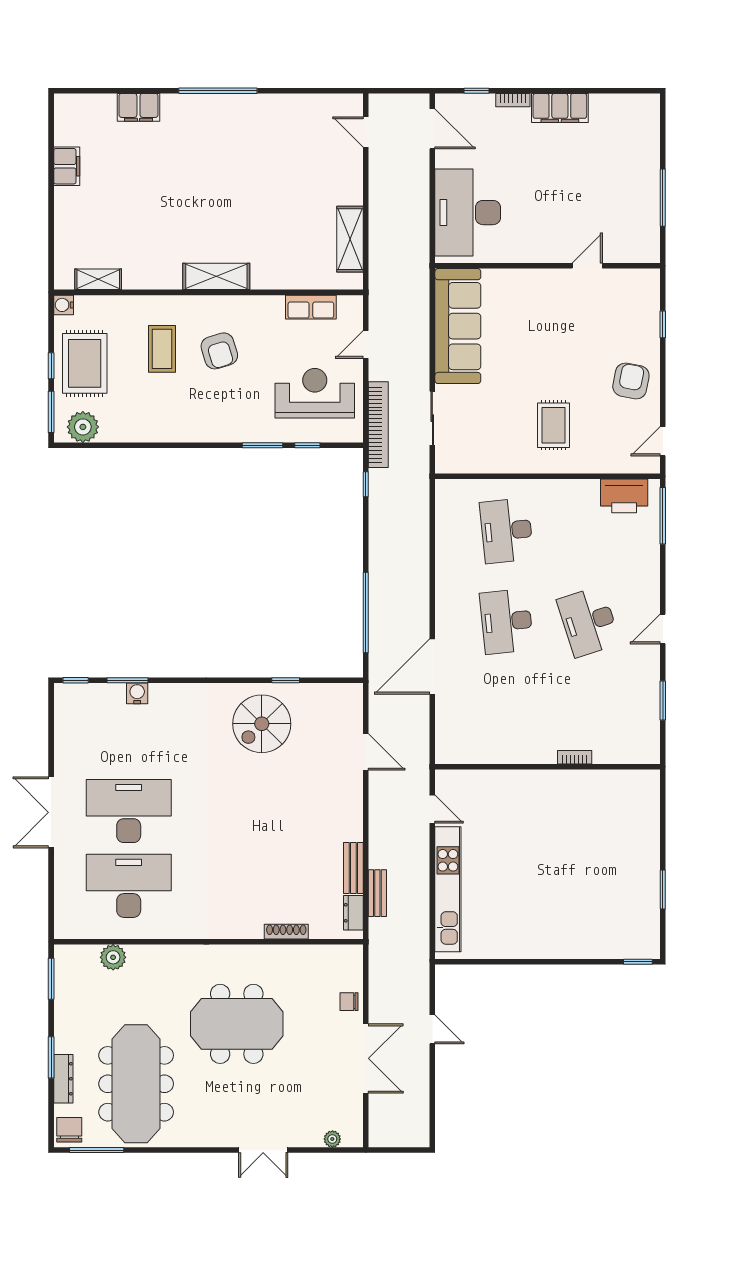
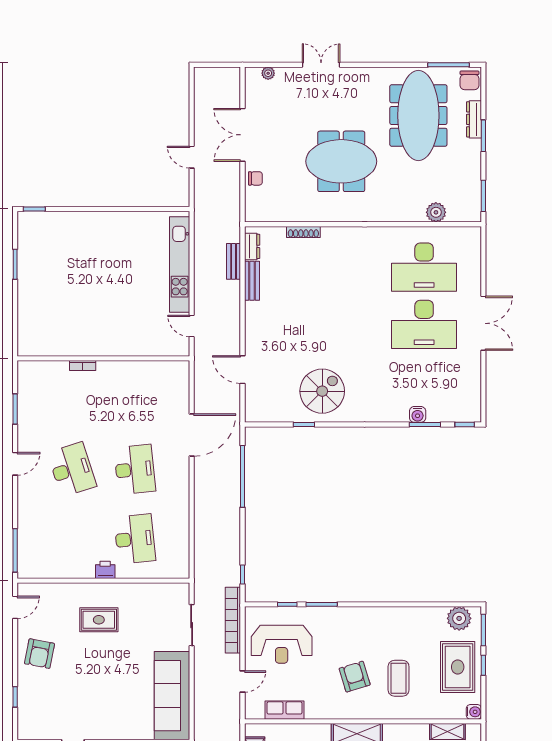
rug: (553, 425) -> (99, 620), turned 90
printer: (624, 496) -> (105, 570), moved, width x0.53, depth x0.68

